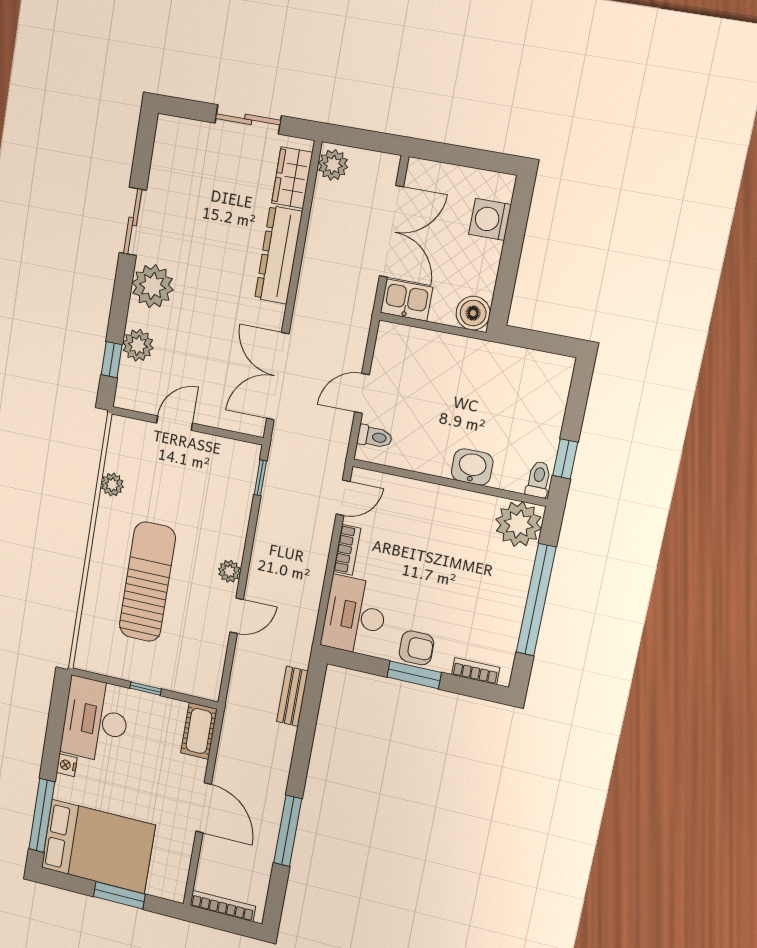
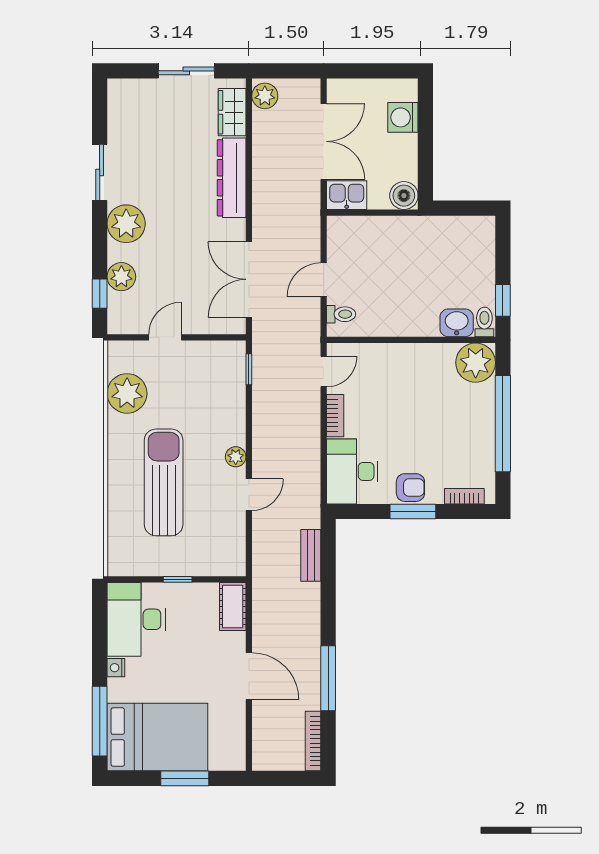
washbasin: (472, 467) -> (457, 323), moved
plant: (112, 485) -> (127, 393), width x1.87, depth x1.87
bookcase: (223, 906) -> (313, 741), moved, turned -90

